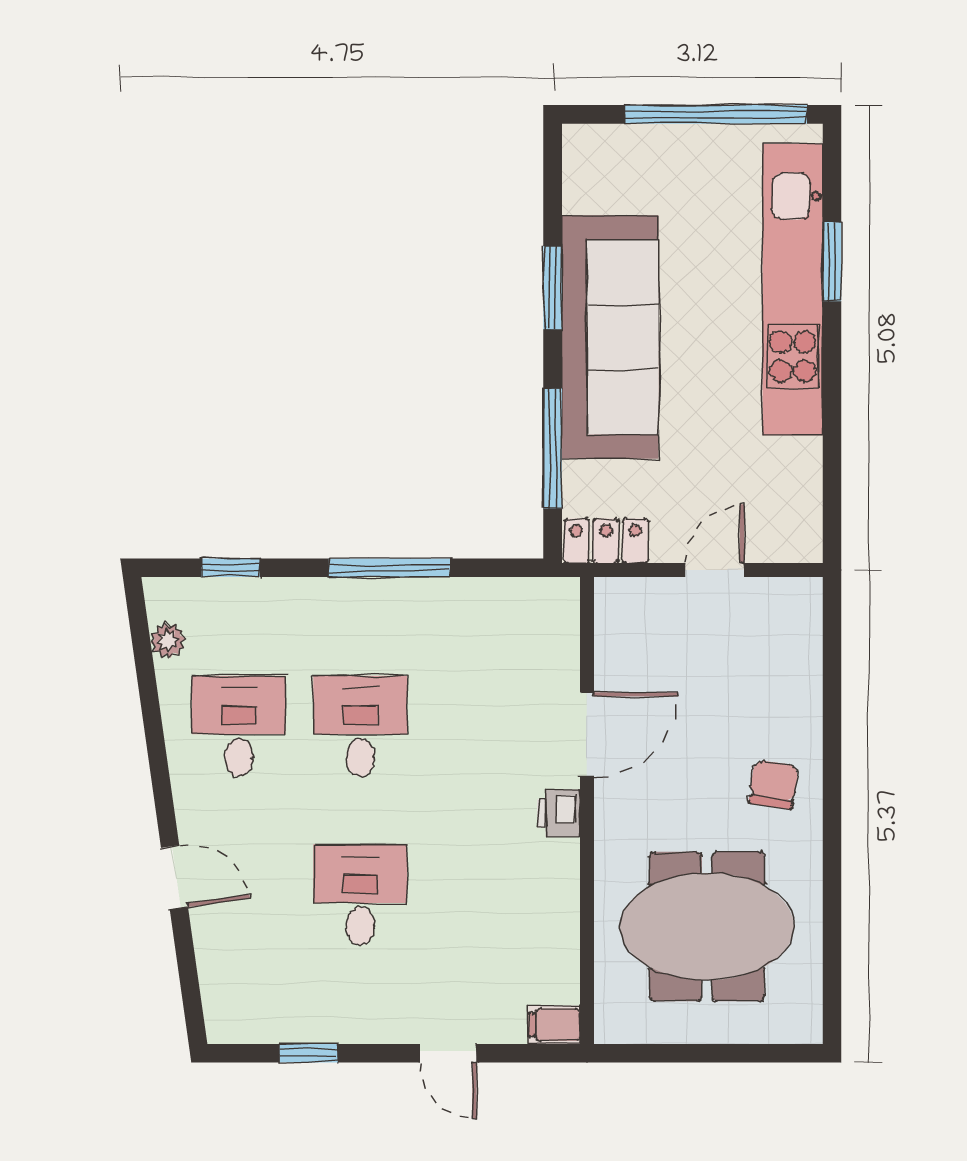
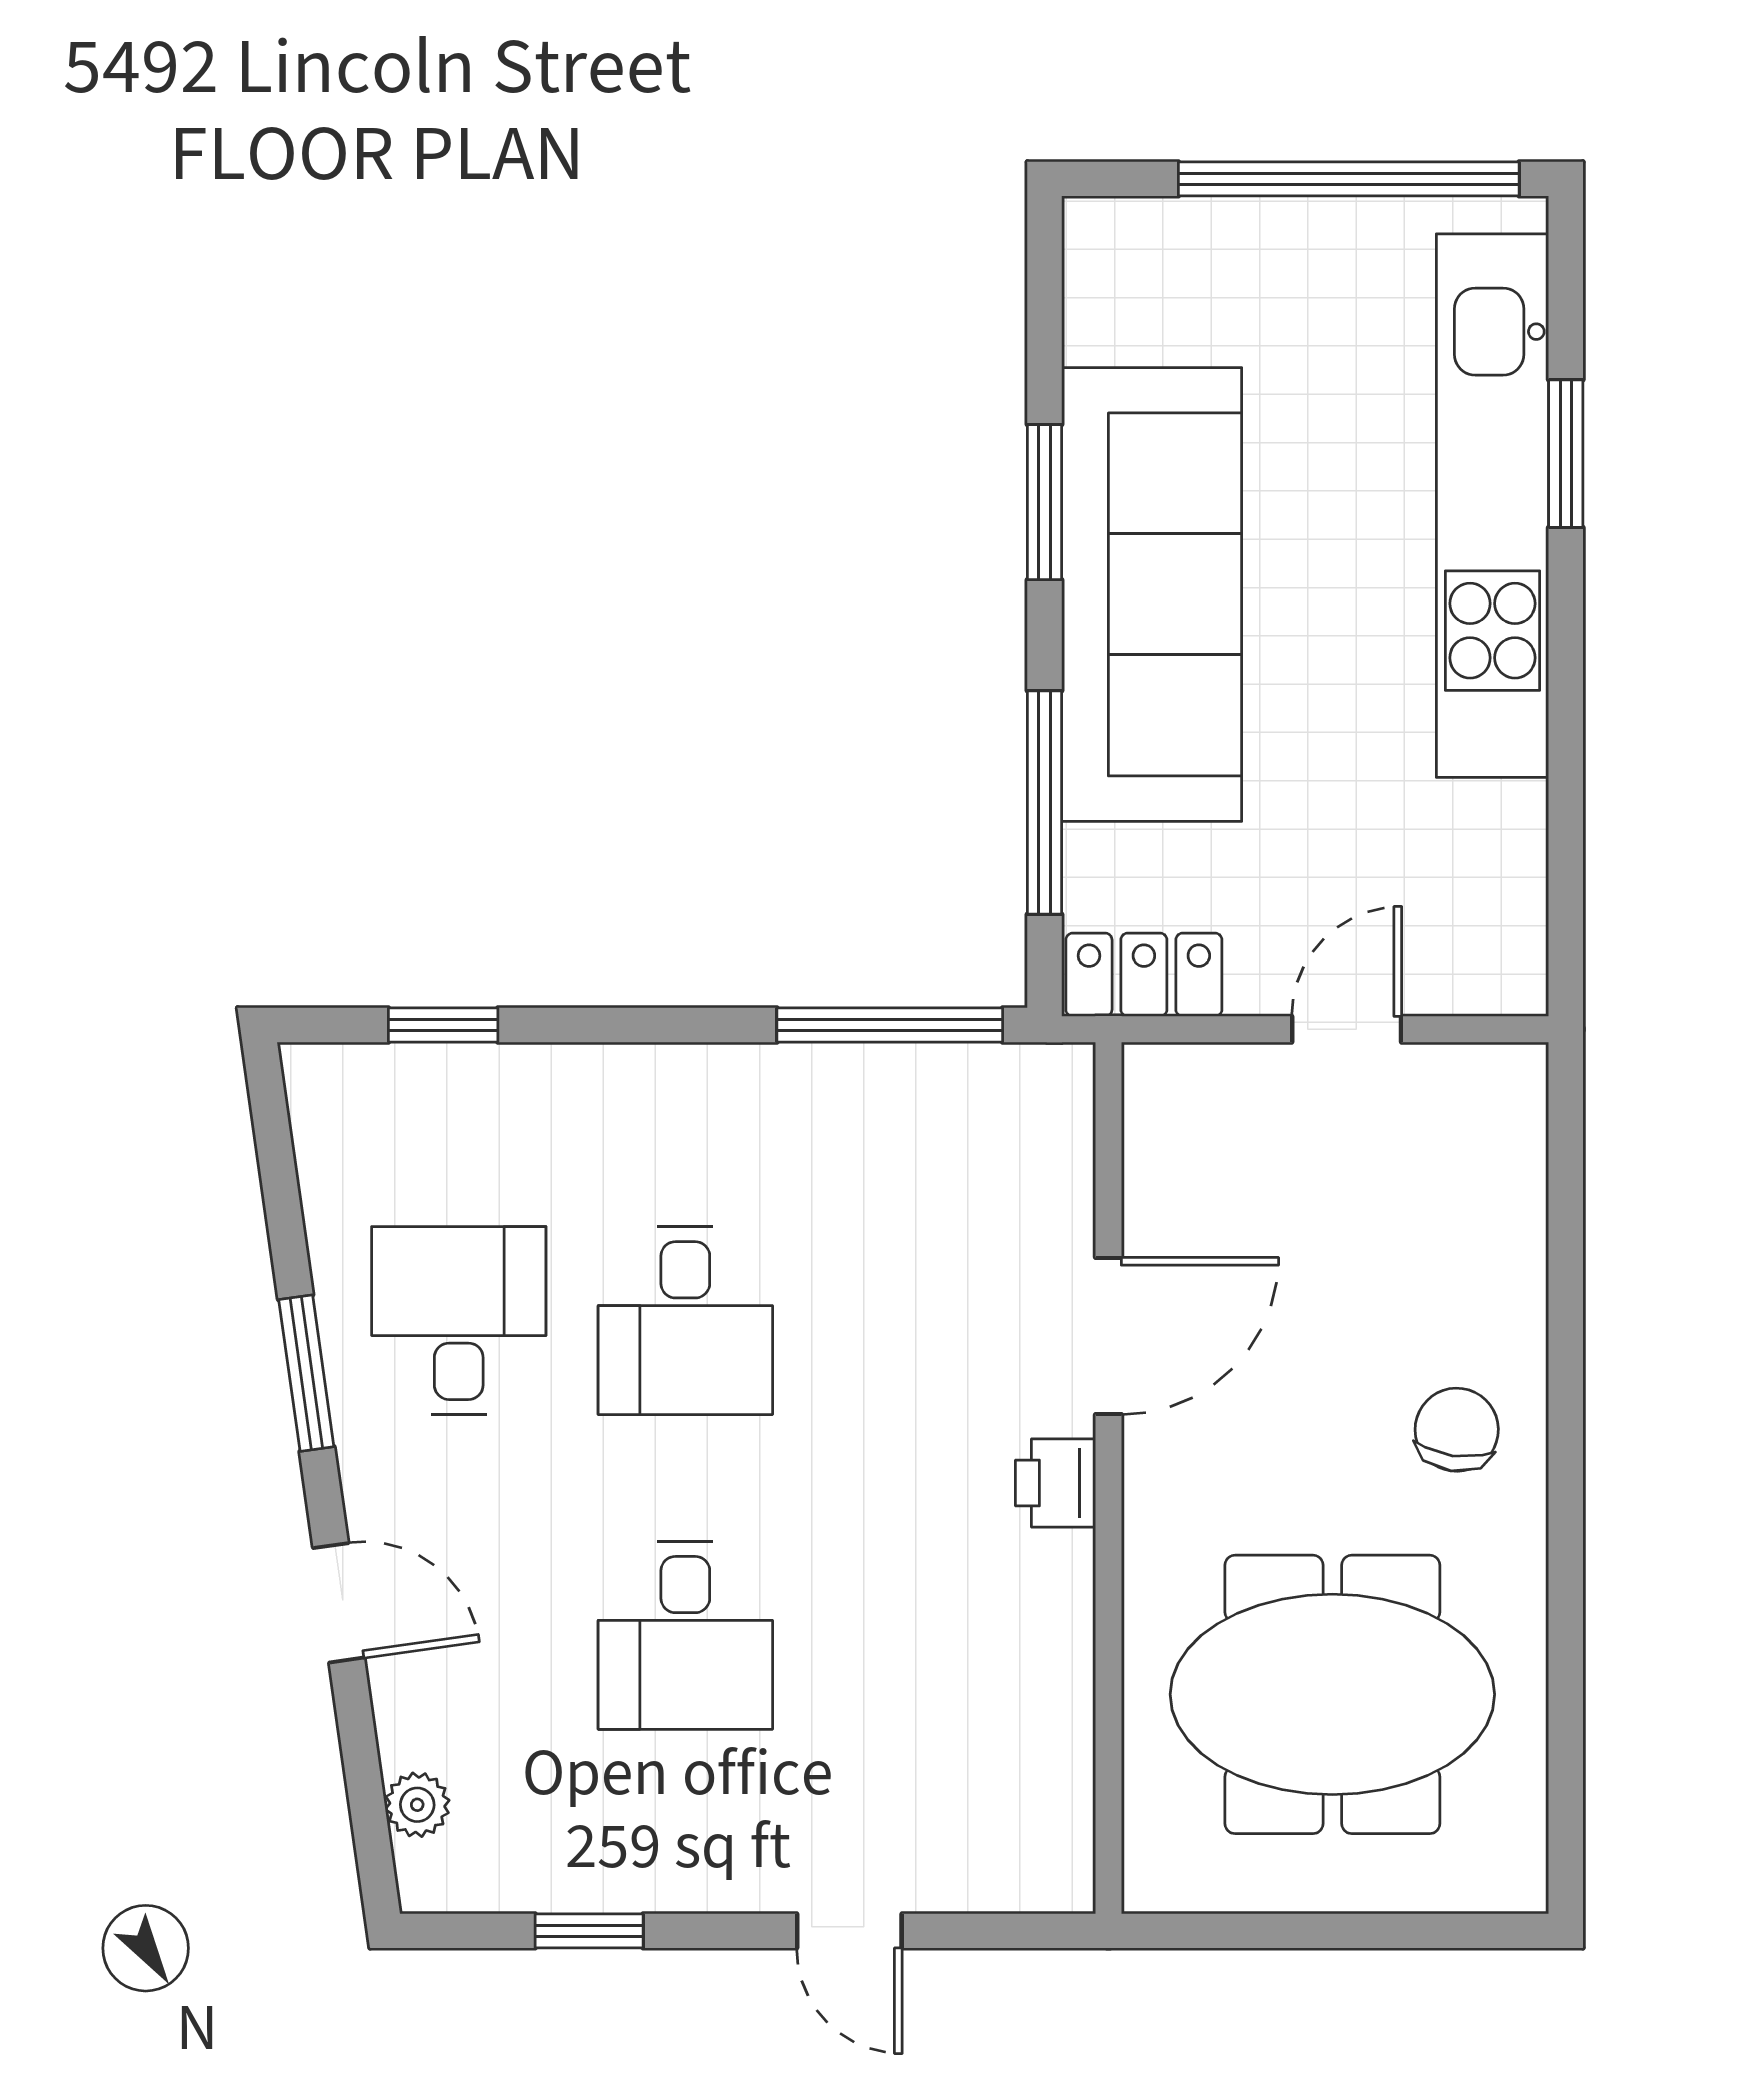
window: (389, 568) -> (890, 1025), moved
plant: (168, 641) -> (417, 1805), moved
desk: (360, 726) -> (685, 1321), turned 180
window: (157, 754) -> (306, 1373), added
desk: (360, 895) -> (685, 1635), turned 180
filing cabinet: (554, 1025) -> (1048, 1878), removed

